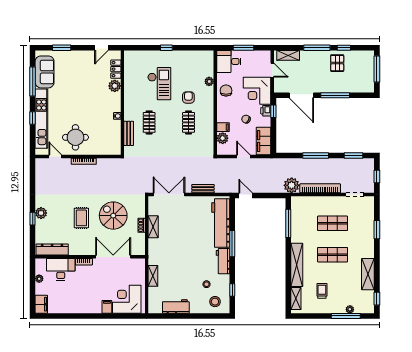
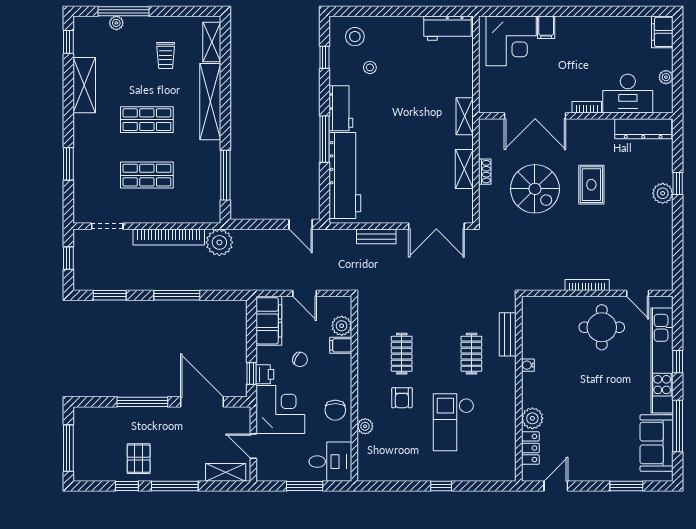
shelving: (153, 276) -> (465, 116), moved
workbench: (176, 306) -> (448, 28), moved

